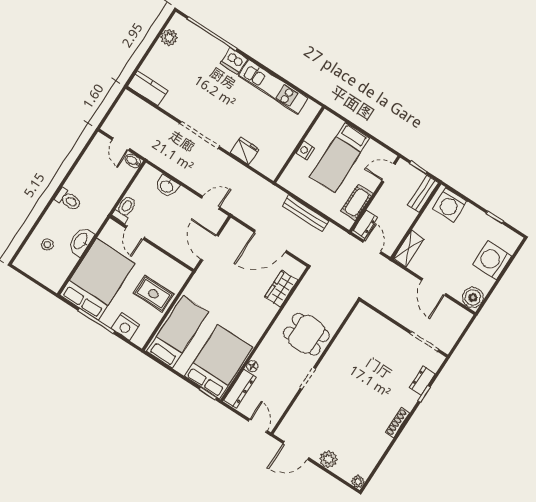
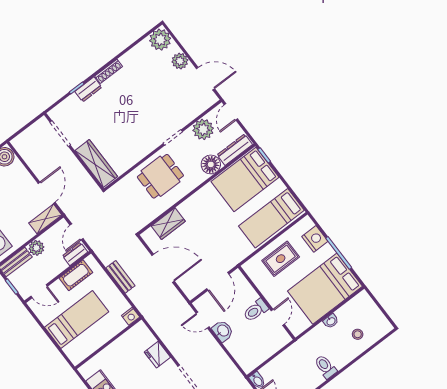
nightstand: (305, 151) -> (131, 316), moved
washbasin: (167, 186) -> (223, 331), moved
toilet: (125, 209) -> (256, 310), moved
bench: (305, 213) -> (120, 277), width x0.73
plant: (407, 216) -> (36, 248), added
washbasin: (81, 241) -> (331, 321), width x0.52, depth x0.69
door: (434, 287) -> (47, 193), moved
rug: (153, 294) -> (281, 259), turned 90
wardrobe: (377, 324) -> (96, 164), added
dining table: (306, 334) -> (160, 176), turned 90
floor lamp: (252, 366) -> (211, 164), width x1.89, depth x1.89
dresser: (422, 380) -> (88, 89), moved
plant: (280, 398) -> (203, 129), added
plant: (358, 481) -> (160, 40), width x1.88, depth x1.88

